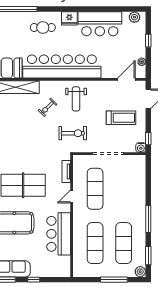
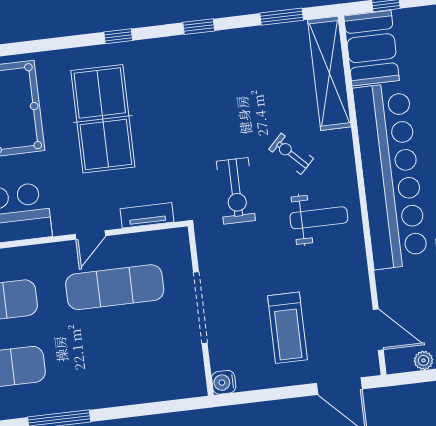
weight bench: (76, 99) -> (319, 218), turned 180
exercise bike: (73, 133) -> (236, 191), moved
window: (148, 139) -> (247, 397), removed
door: (72, 196) -> (90, 235), swing flipped

